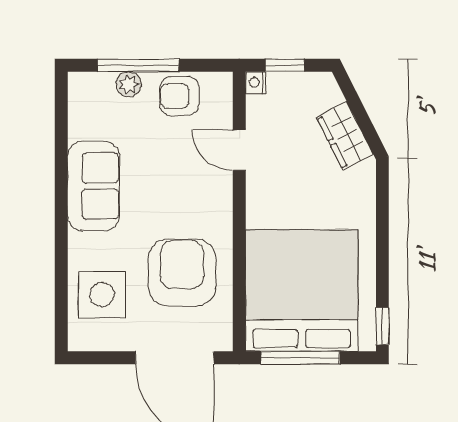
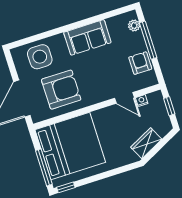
nightstand: (256, 82) -> (142, 101), moved
plant: (129, 84) -> (134, 26), moved
door: (239, 150) -> (125, 98), swing flipped
window: (300, 358) -> (44, 167), moved

